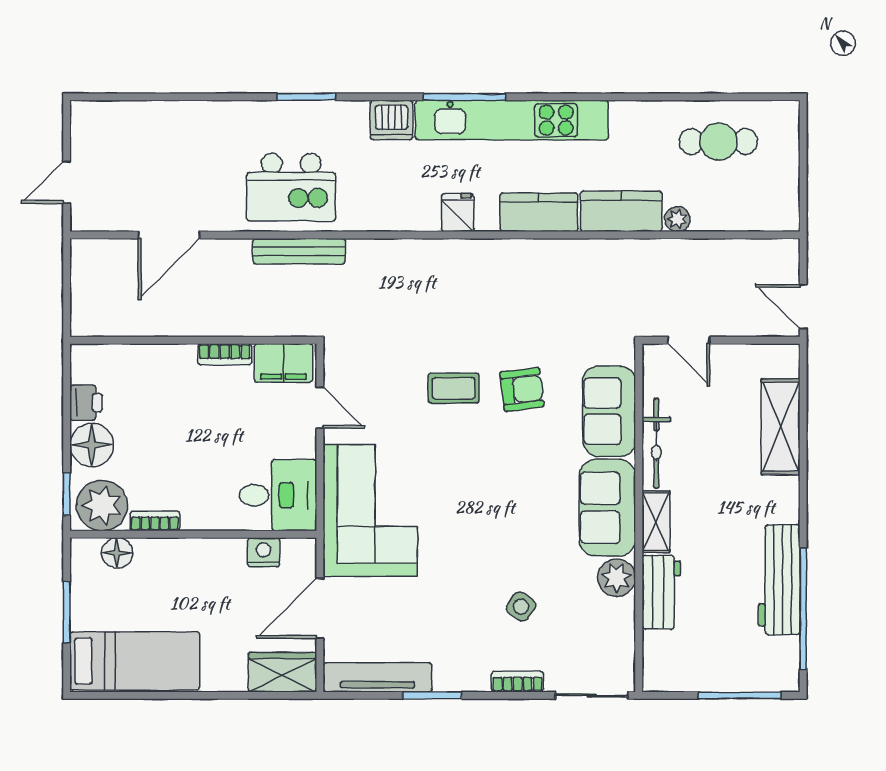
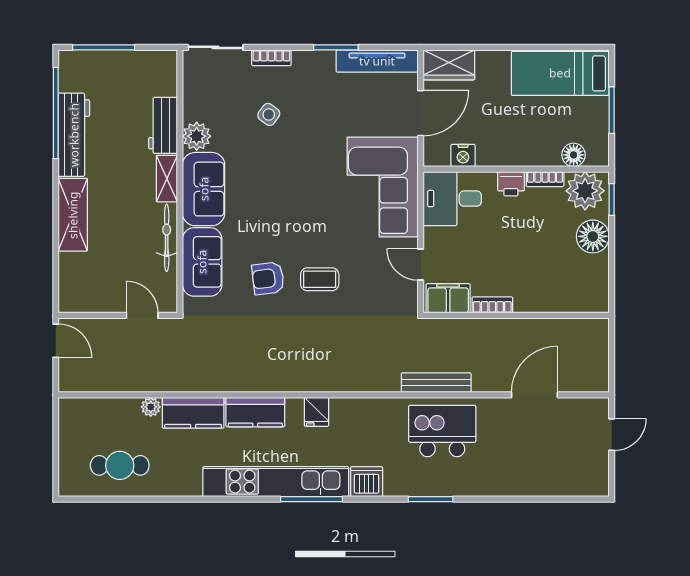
printer: (86, 403) -> (511, 184), moved, turned -90
shelving: (781, 427) -> (73, 215), moved

